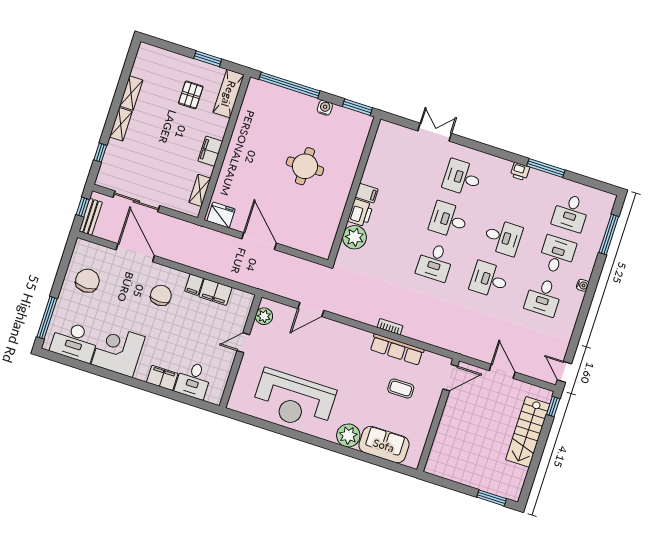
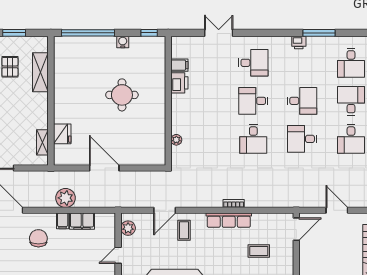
shelving: (229, 94) -> (40, 72), moved
window: (357, 107) -> (149, 33), width x0.67
filing cabinet: (210, 151) -> (41, 108), removed
desk: (462, 178) -> (253, 63), turned 180
filing cabinet: (367, 193) -> (179, 65), moved
printer: (360, 213) -> (179, 83), moved
fridge: (221, 215) -> (62, 134), moved, turned 90
plant: (354, 237) -> (176, 140), width x0.53, depth x0.53
plant: (205, 260) -> (66, 198), added
coffee table: (325, 339) -> (184, 230), added
row of seats: (397, 349) -> (229, 220), moved

